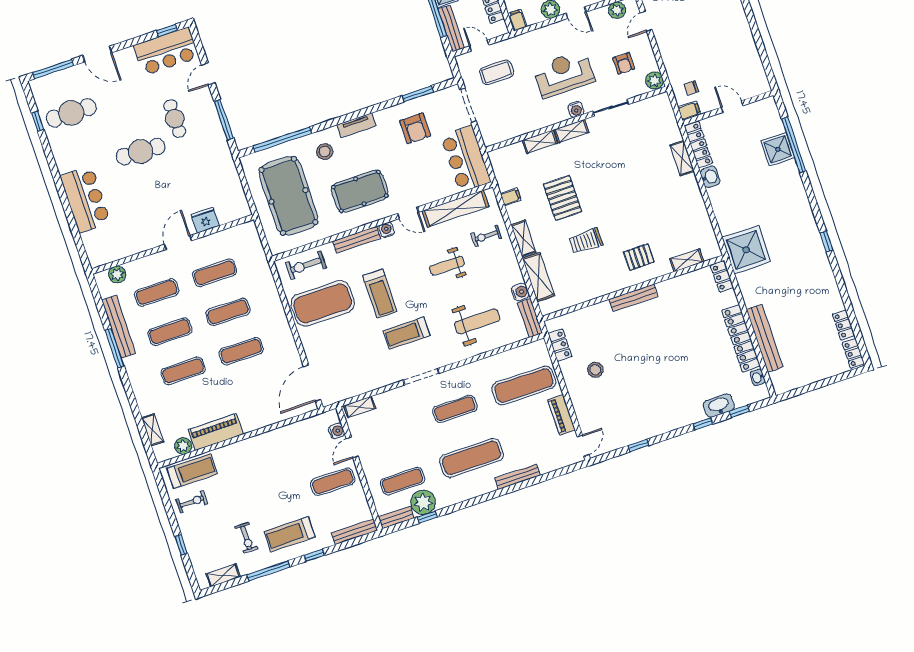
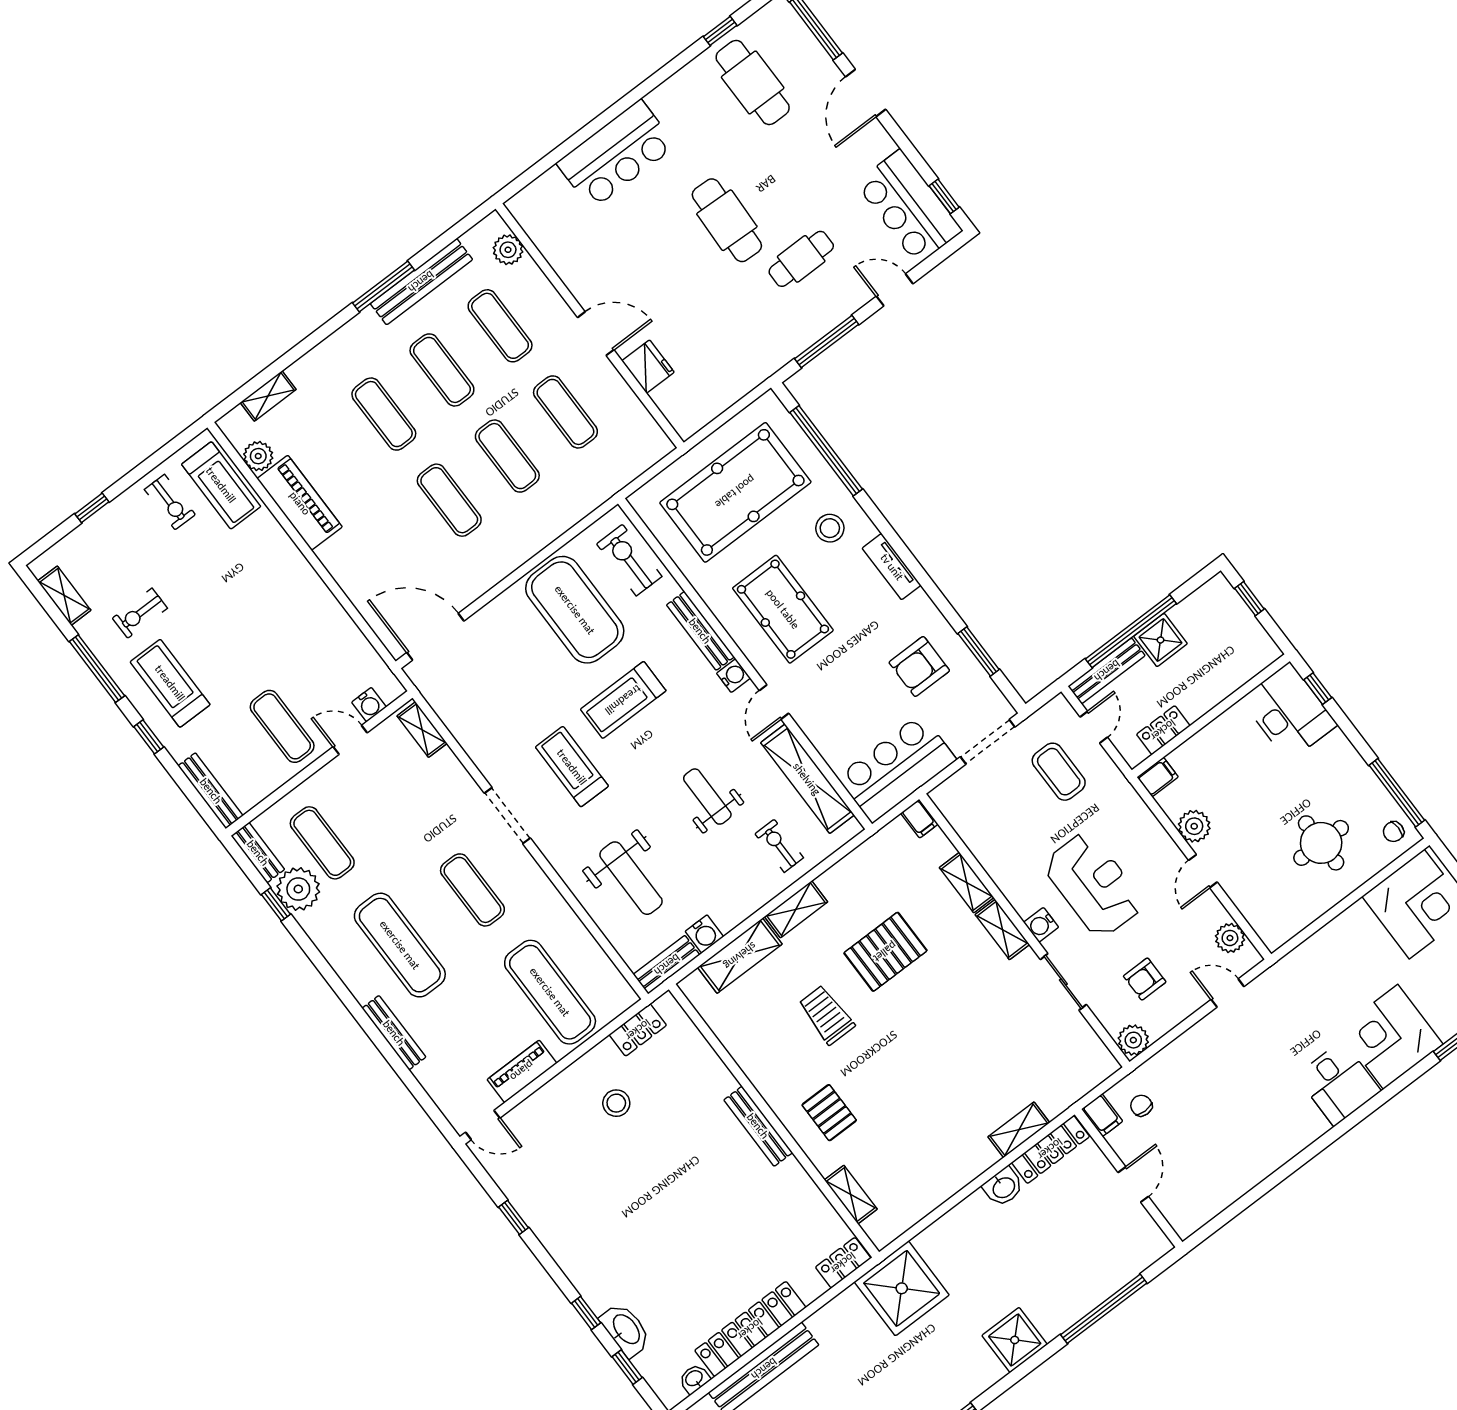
shower: (778, 149) -> (1015, 1340), moved
filing cabinet: (511, 197) -> (919, 819), moved

